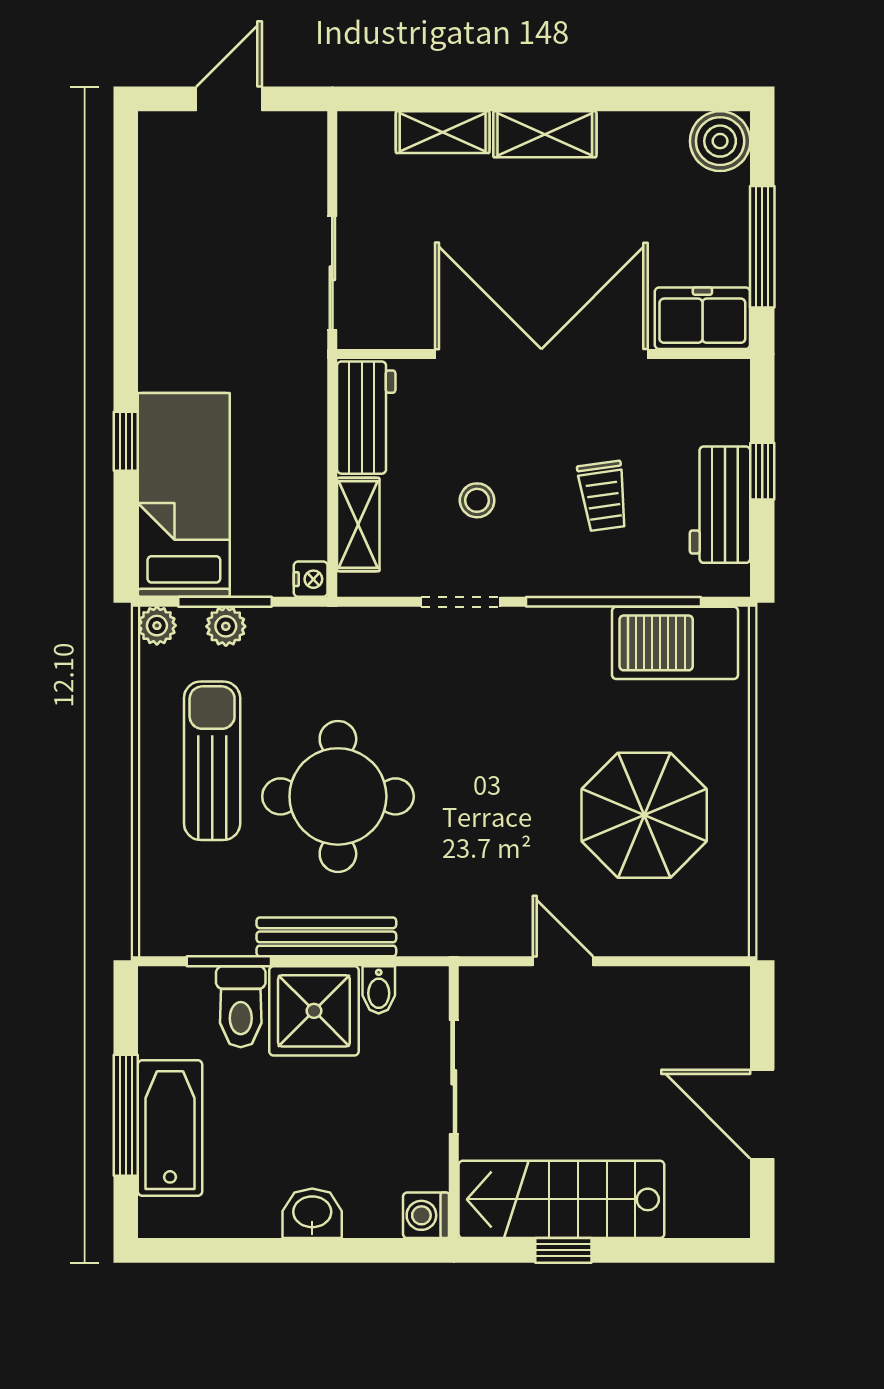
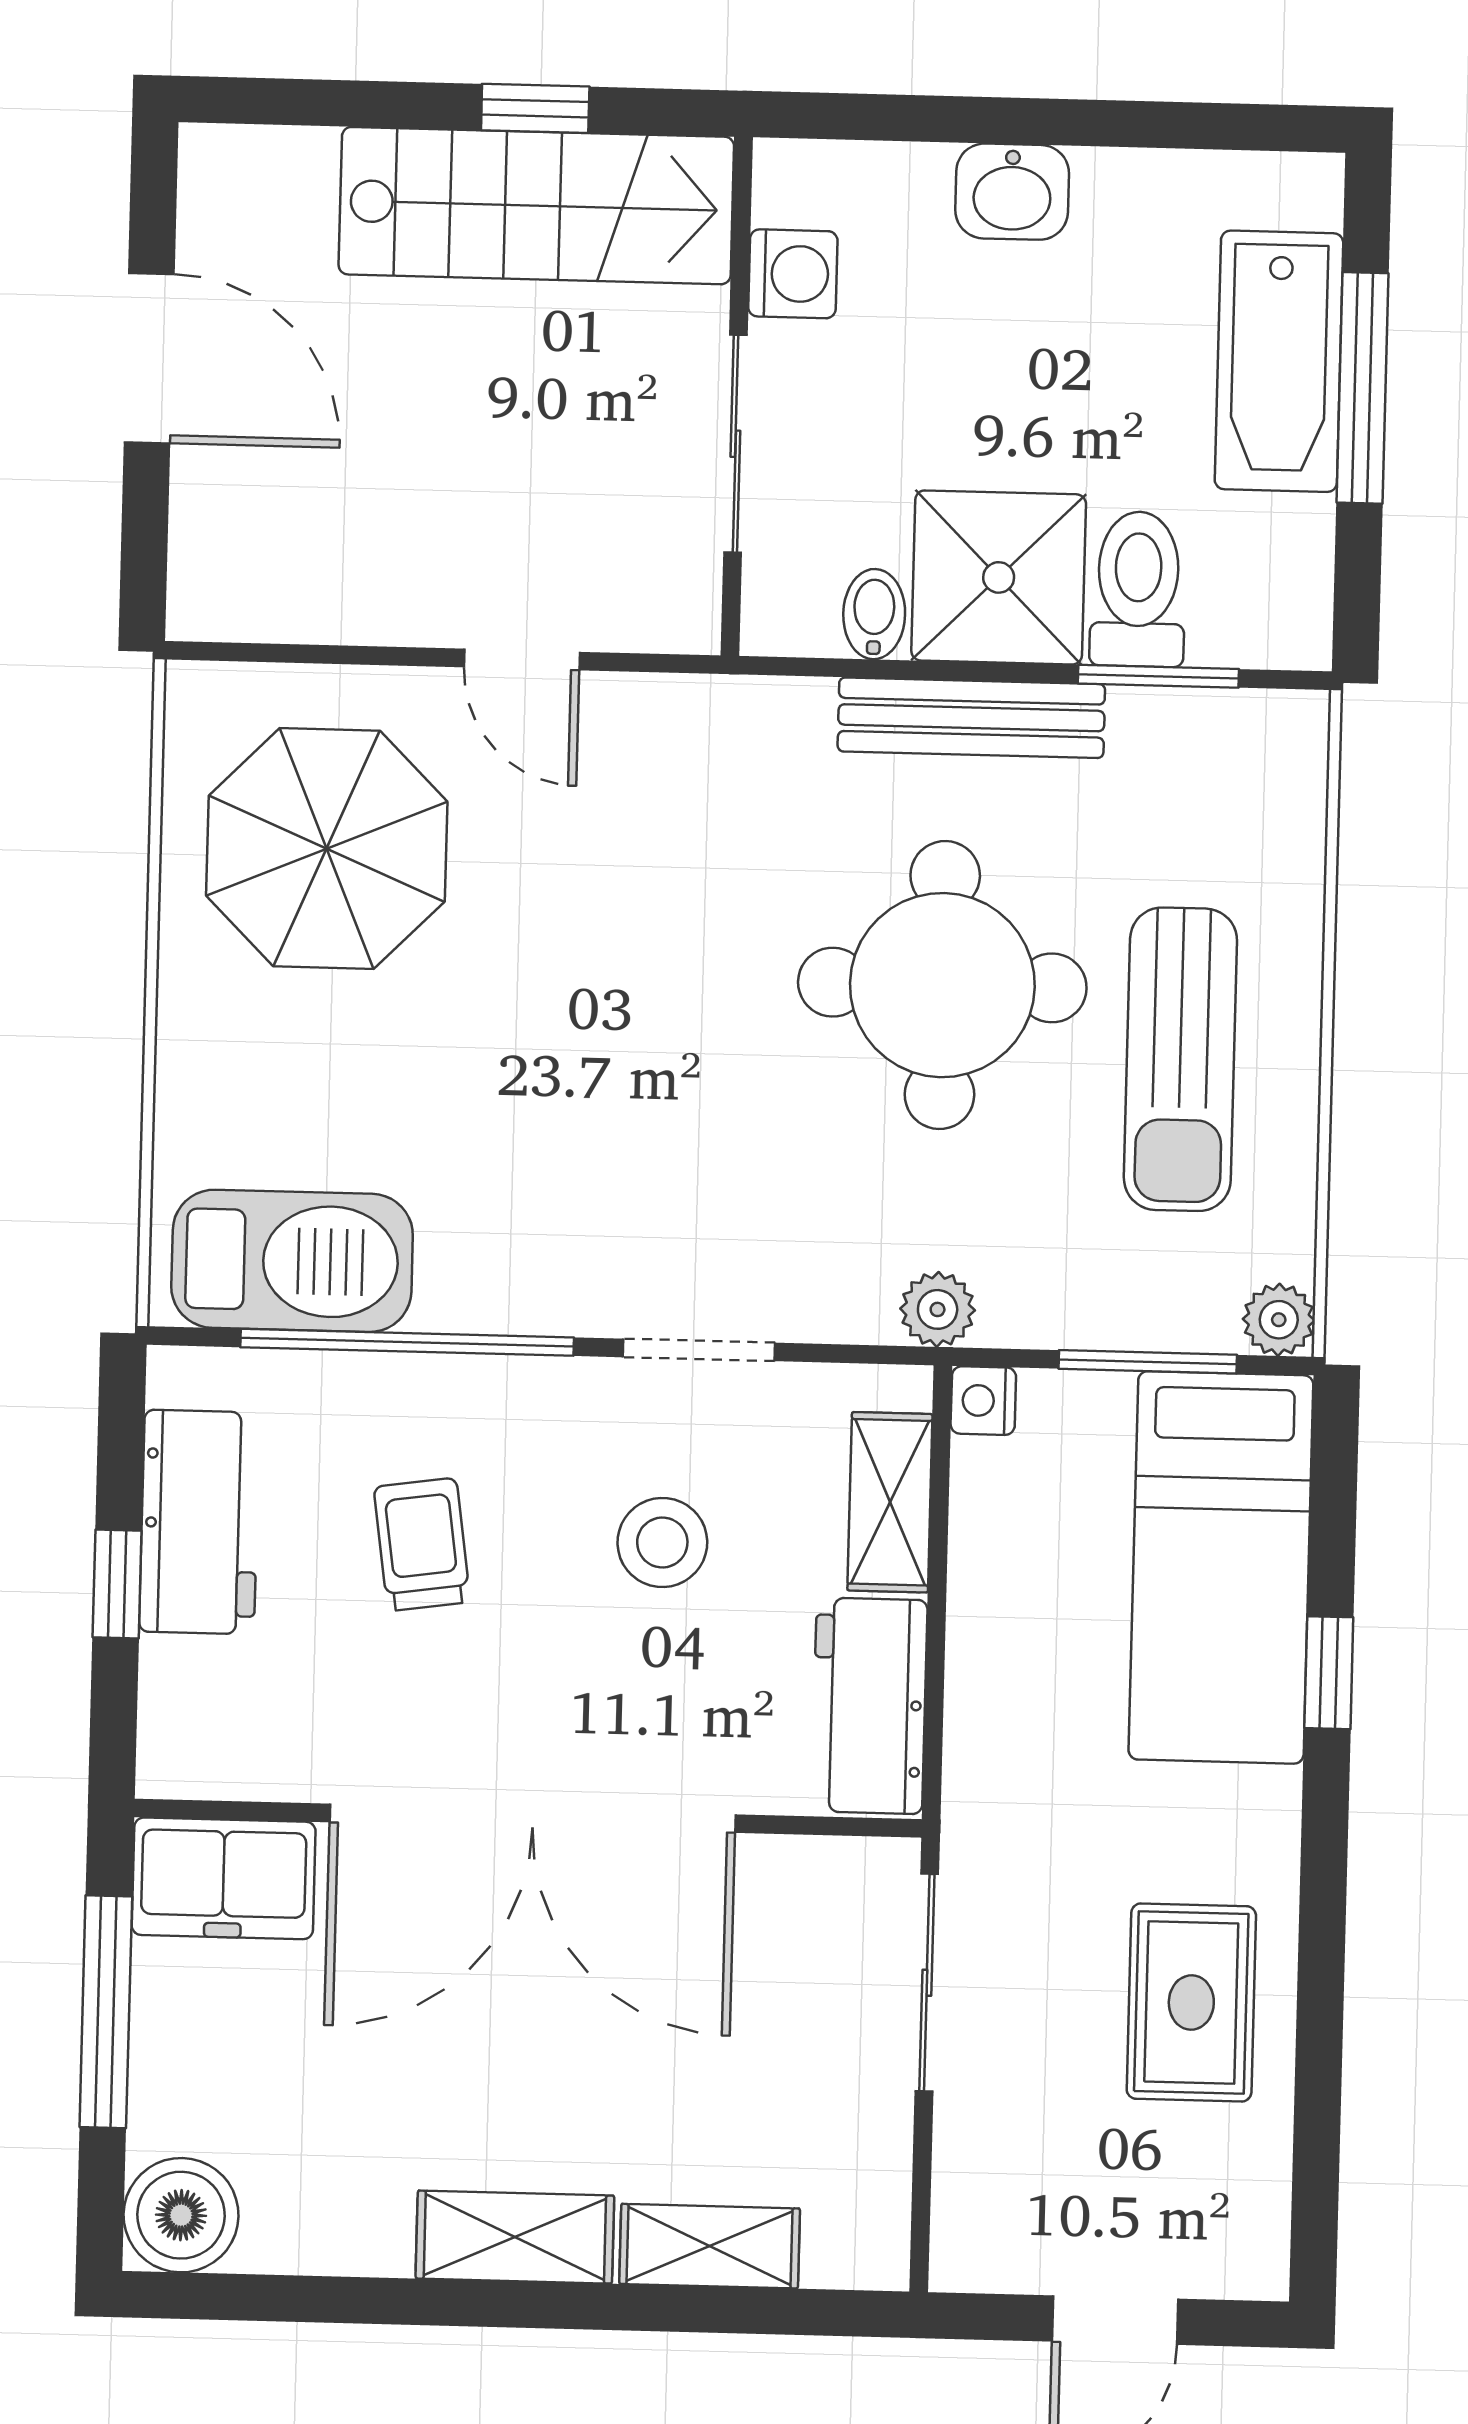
rug: (193, 266) -> (1191, 2002), added
stool: (477, 500) -> (662, 1542), width x1.37, depth x1.37
plant: (226, 626) -> (938, 1309), moved
parasol: (644, 815) -> (327, 849), moved
washing machine: (426, 1215) -> (793, 274), moved

